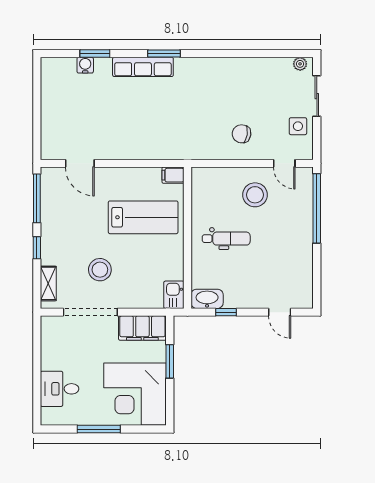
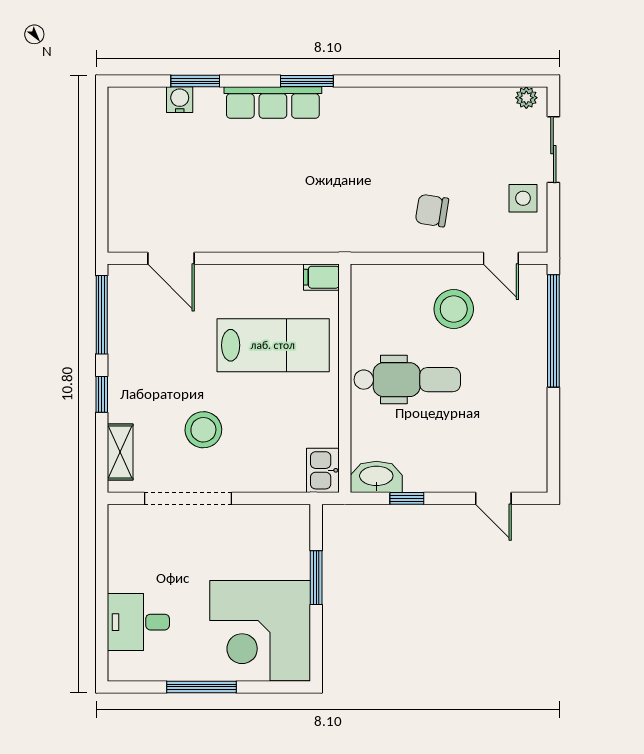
dental chair: (226, 239) -> (407, 380), width x1.36, depth x1.38
filing cabinet: (142, 328) -> (272, 524), removed

